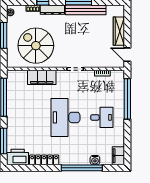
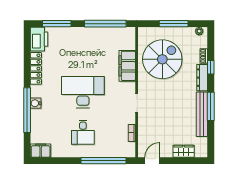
wardrobe: (119, 31) -> (184, 151), width x0.67
water cooler: (95, 160) -> (36, 103), moved

